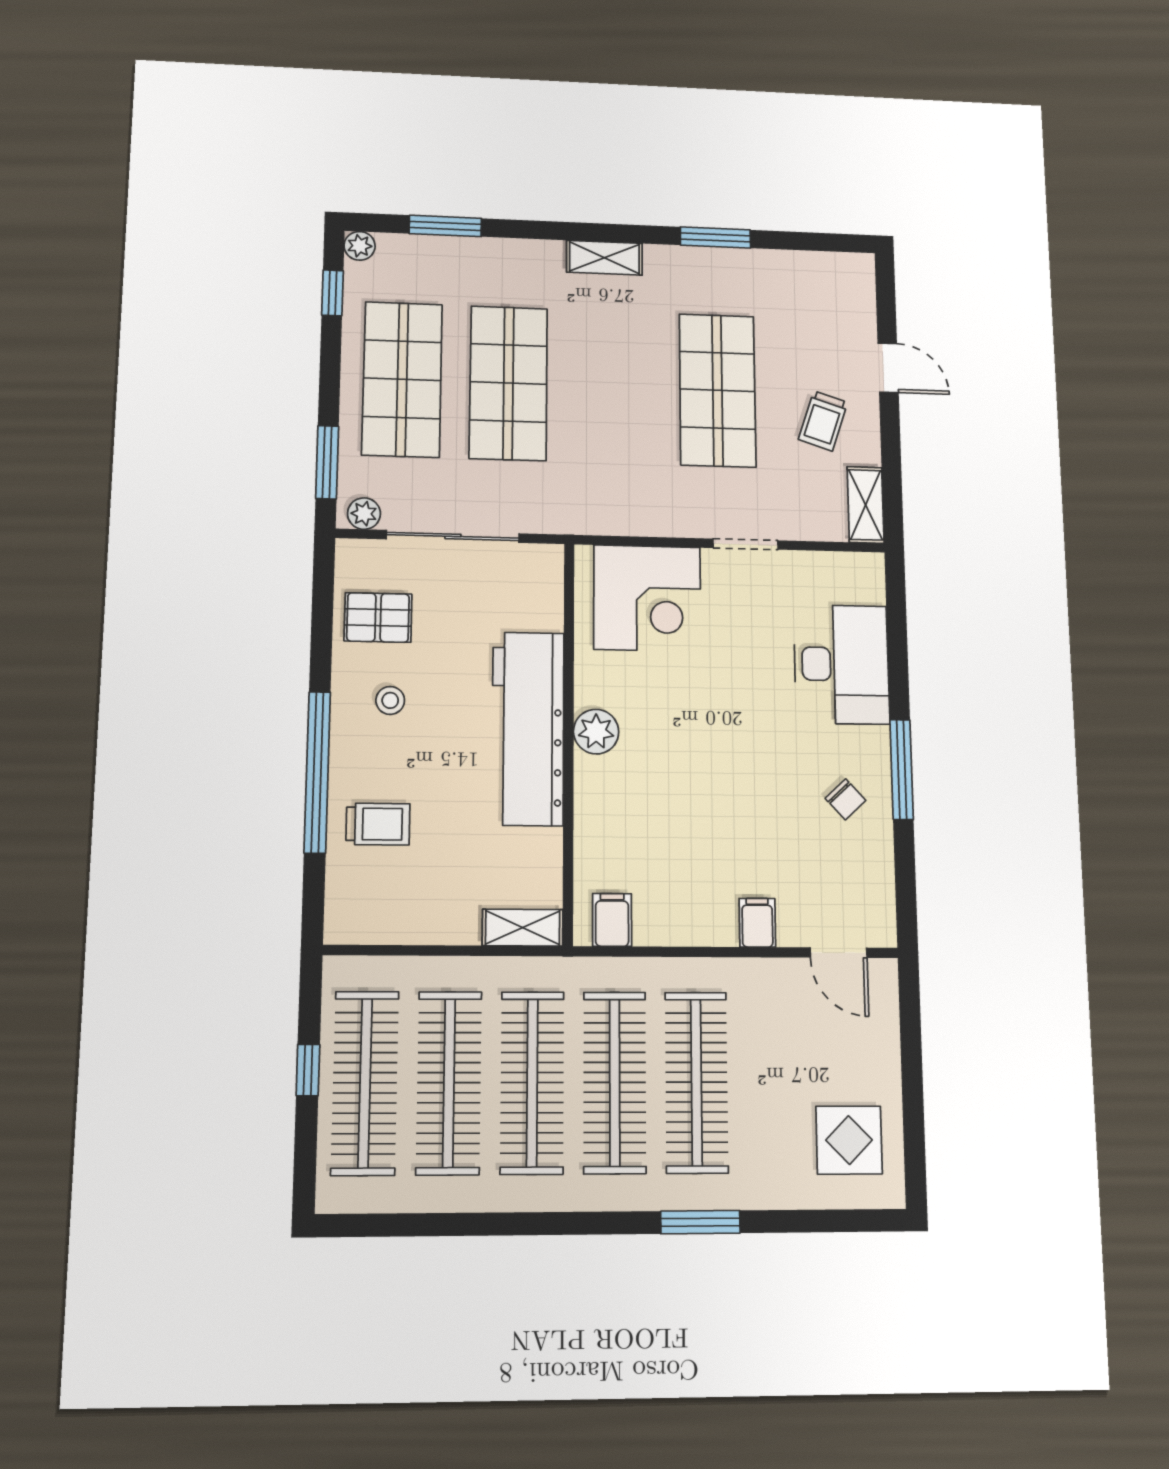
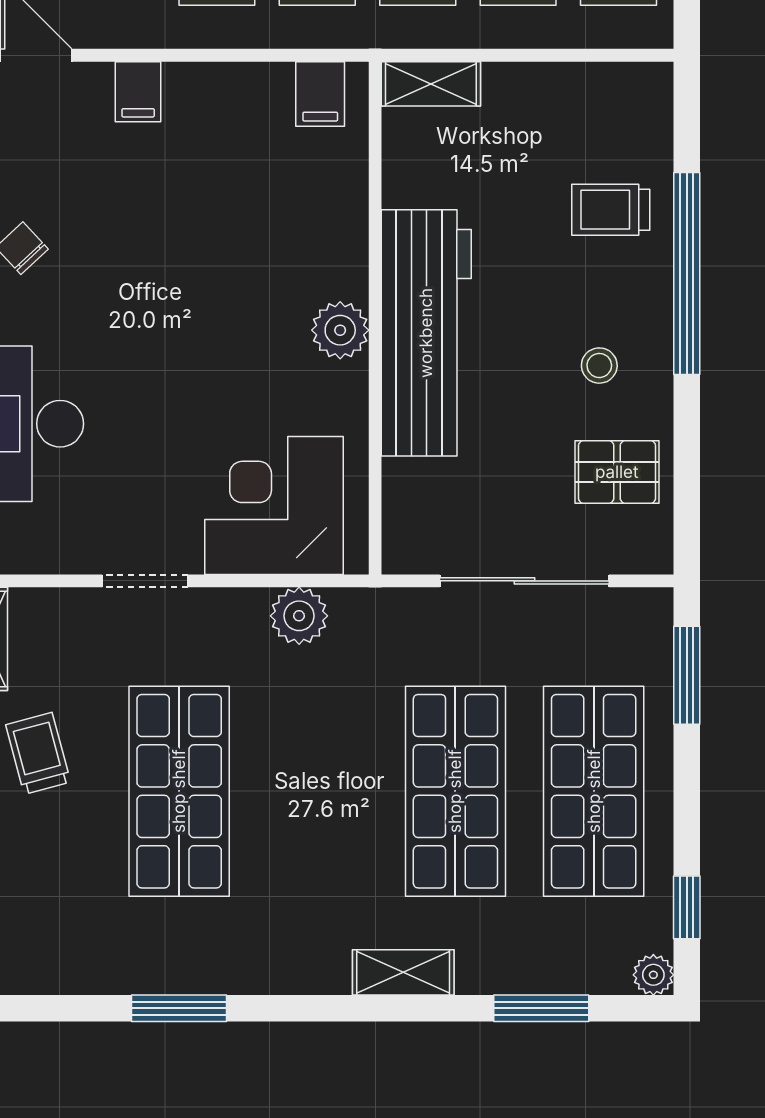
shelving: (604, 258) -> (403, 972), moved
trolley: (823, 421) -> (38, 753), turned -33
plant: (364, 514) -> (299, 616), moved, width x1.38, depth x1.38

